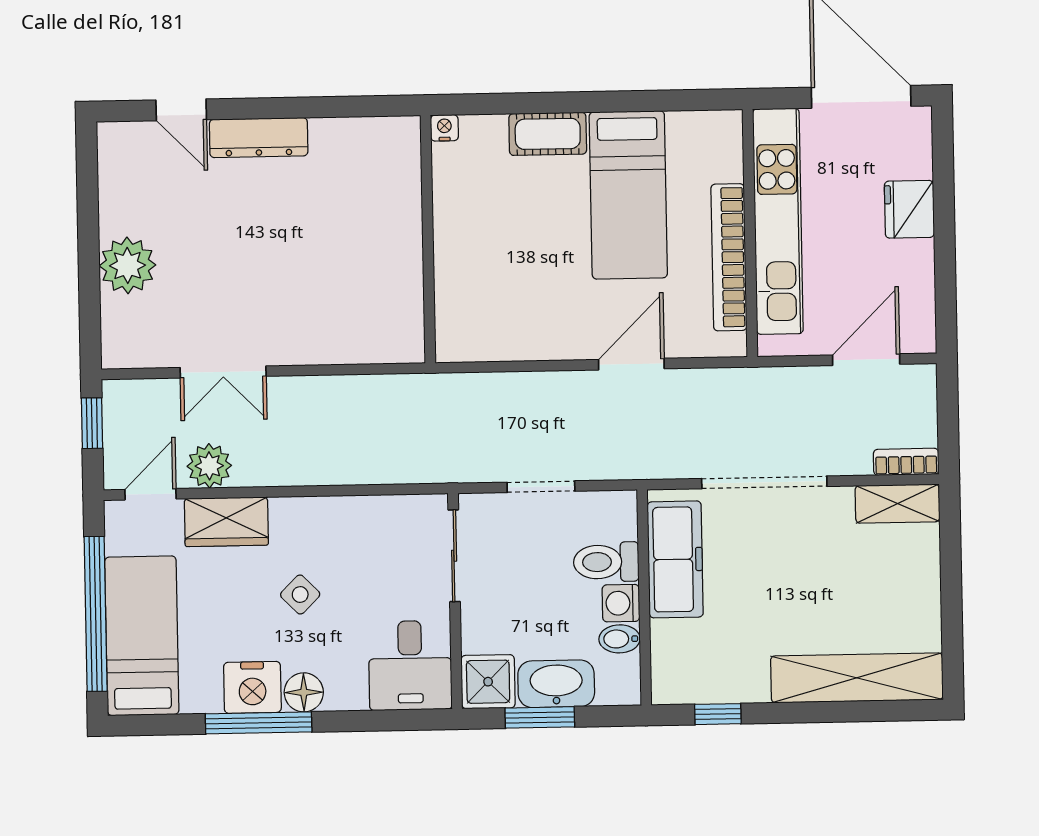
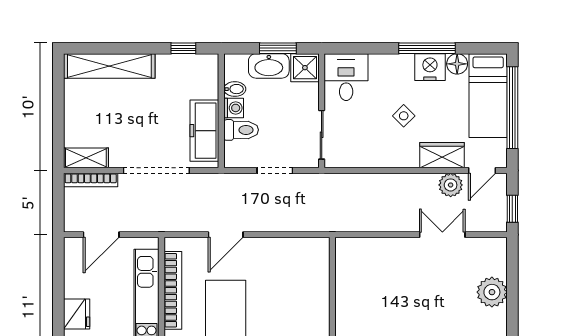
bookcase: (906, 462) -> (91, 180), width x1.56
floor lamp: (304, 692) -> (457, 64), moved

